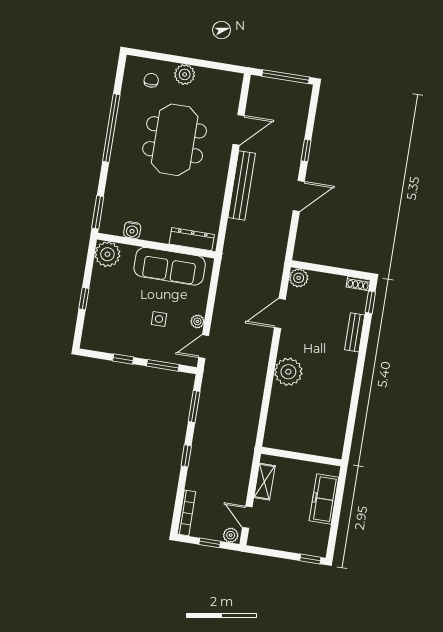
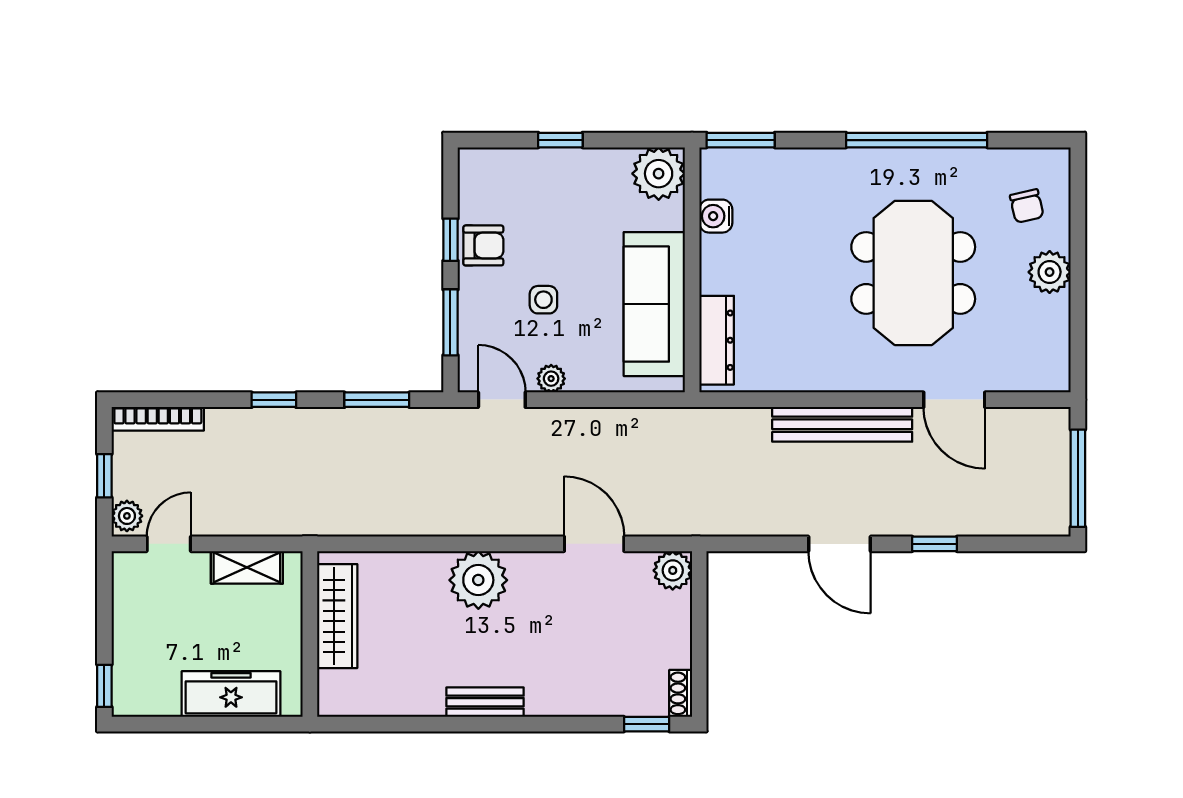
chair: (151, 80) -> (1027, 206), turned 77
meeting table: (175, 140) -> (913, 273), turned 90
bench: (355, 332) -> (485, 702), moved
armchair: (128, 344) -> (483, 245), added
wardrobe: (295, 442) -> (337, 616), added

